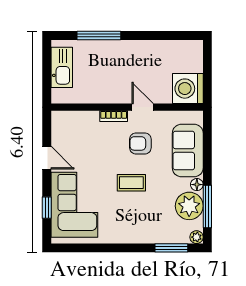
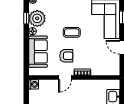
washing machine: (188, 89) -> (34, 84), width x0.53, depth x0.53
door: (143, 107) -> (65, 77), hinge flipped
window: (207, 207) -> (26, 18), width x0.46

